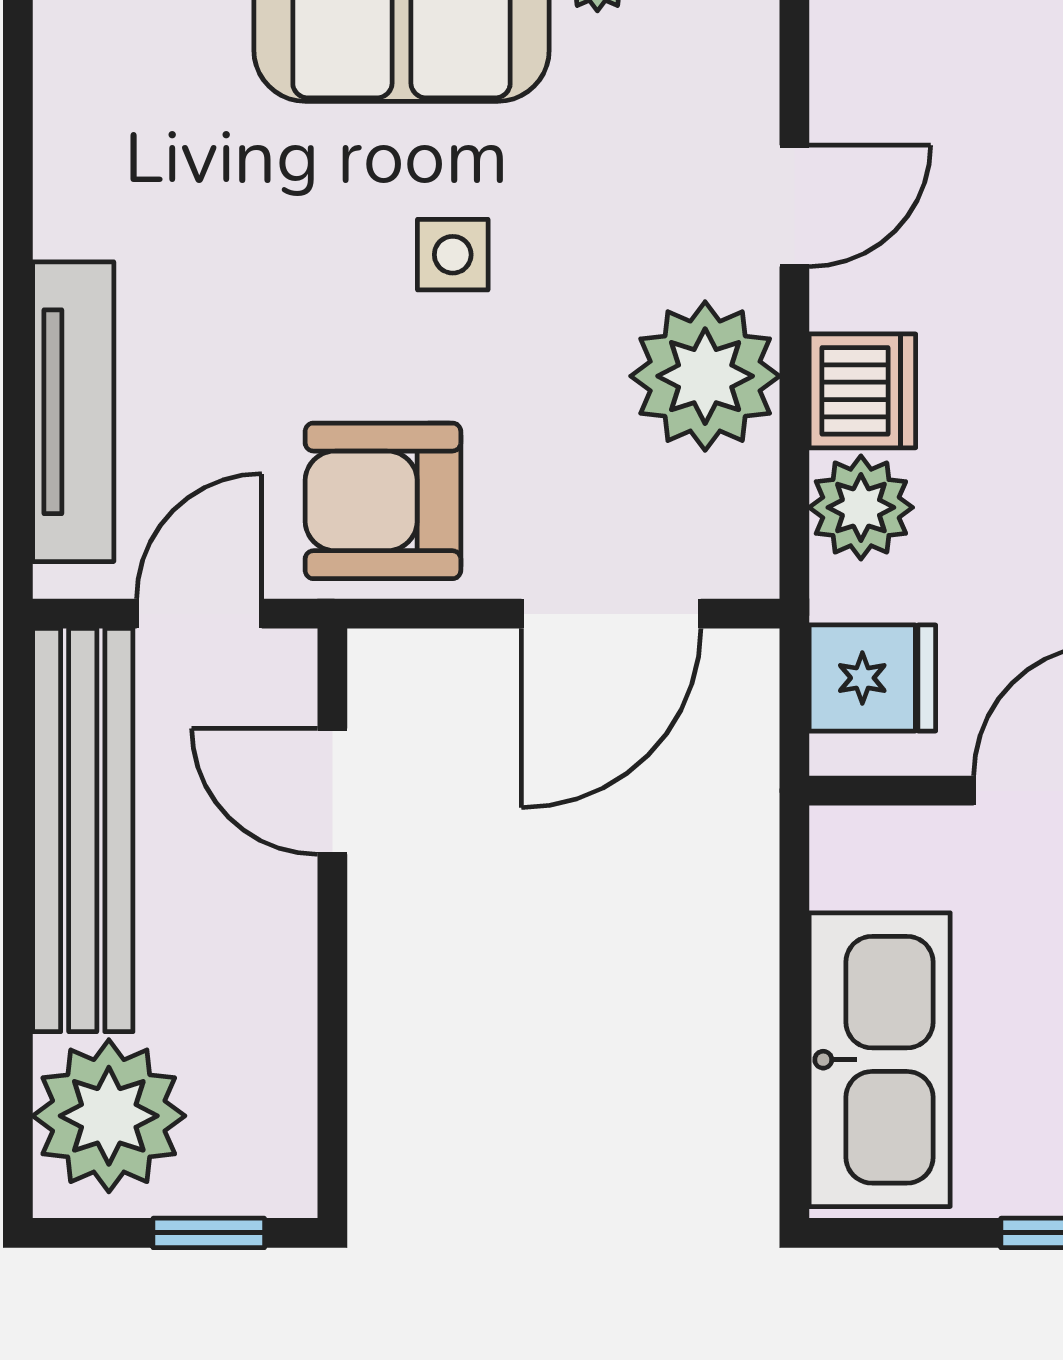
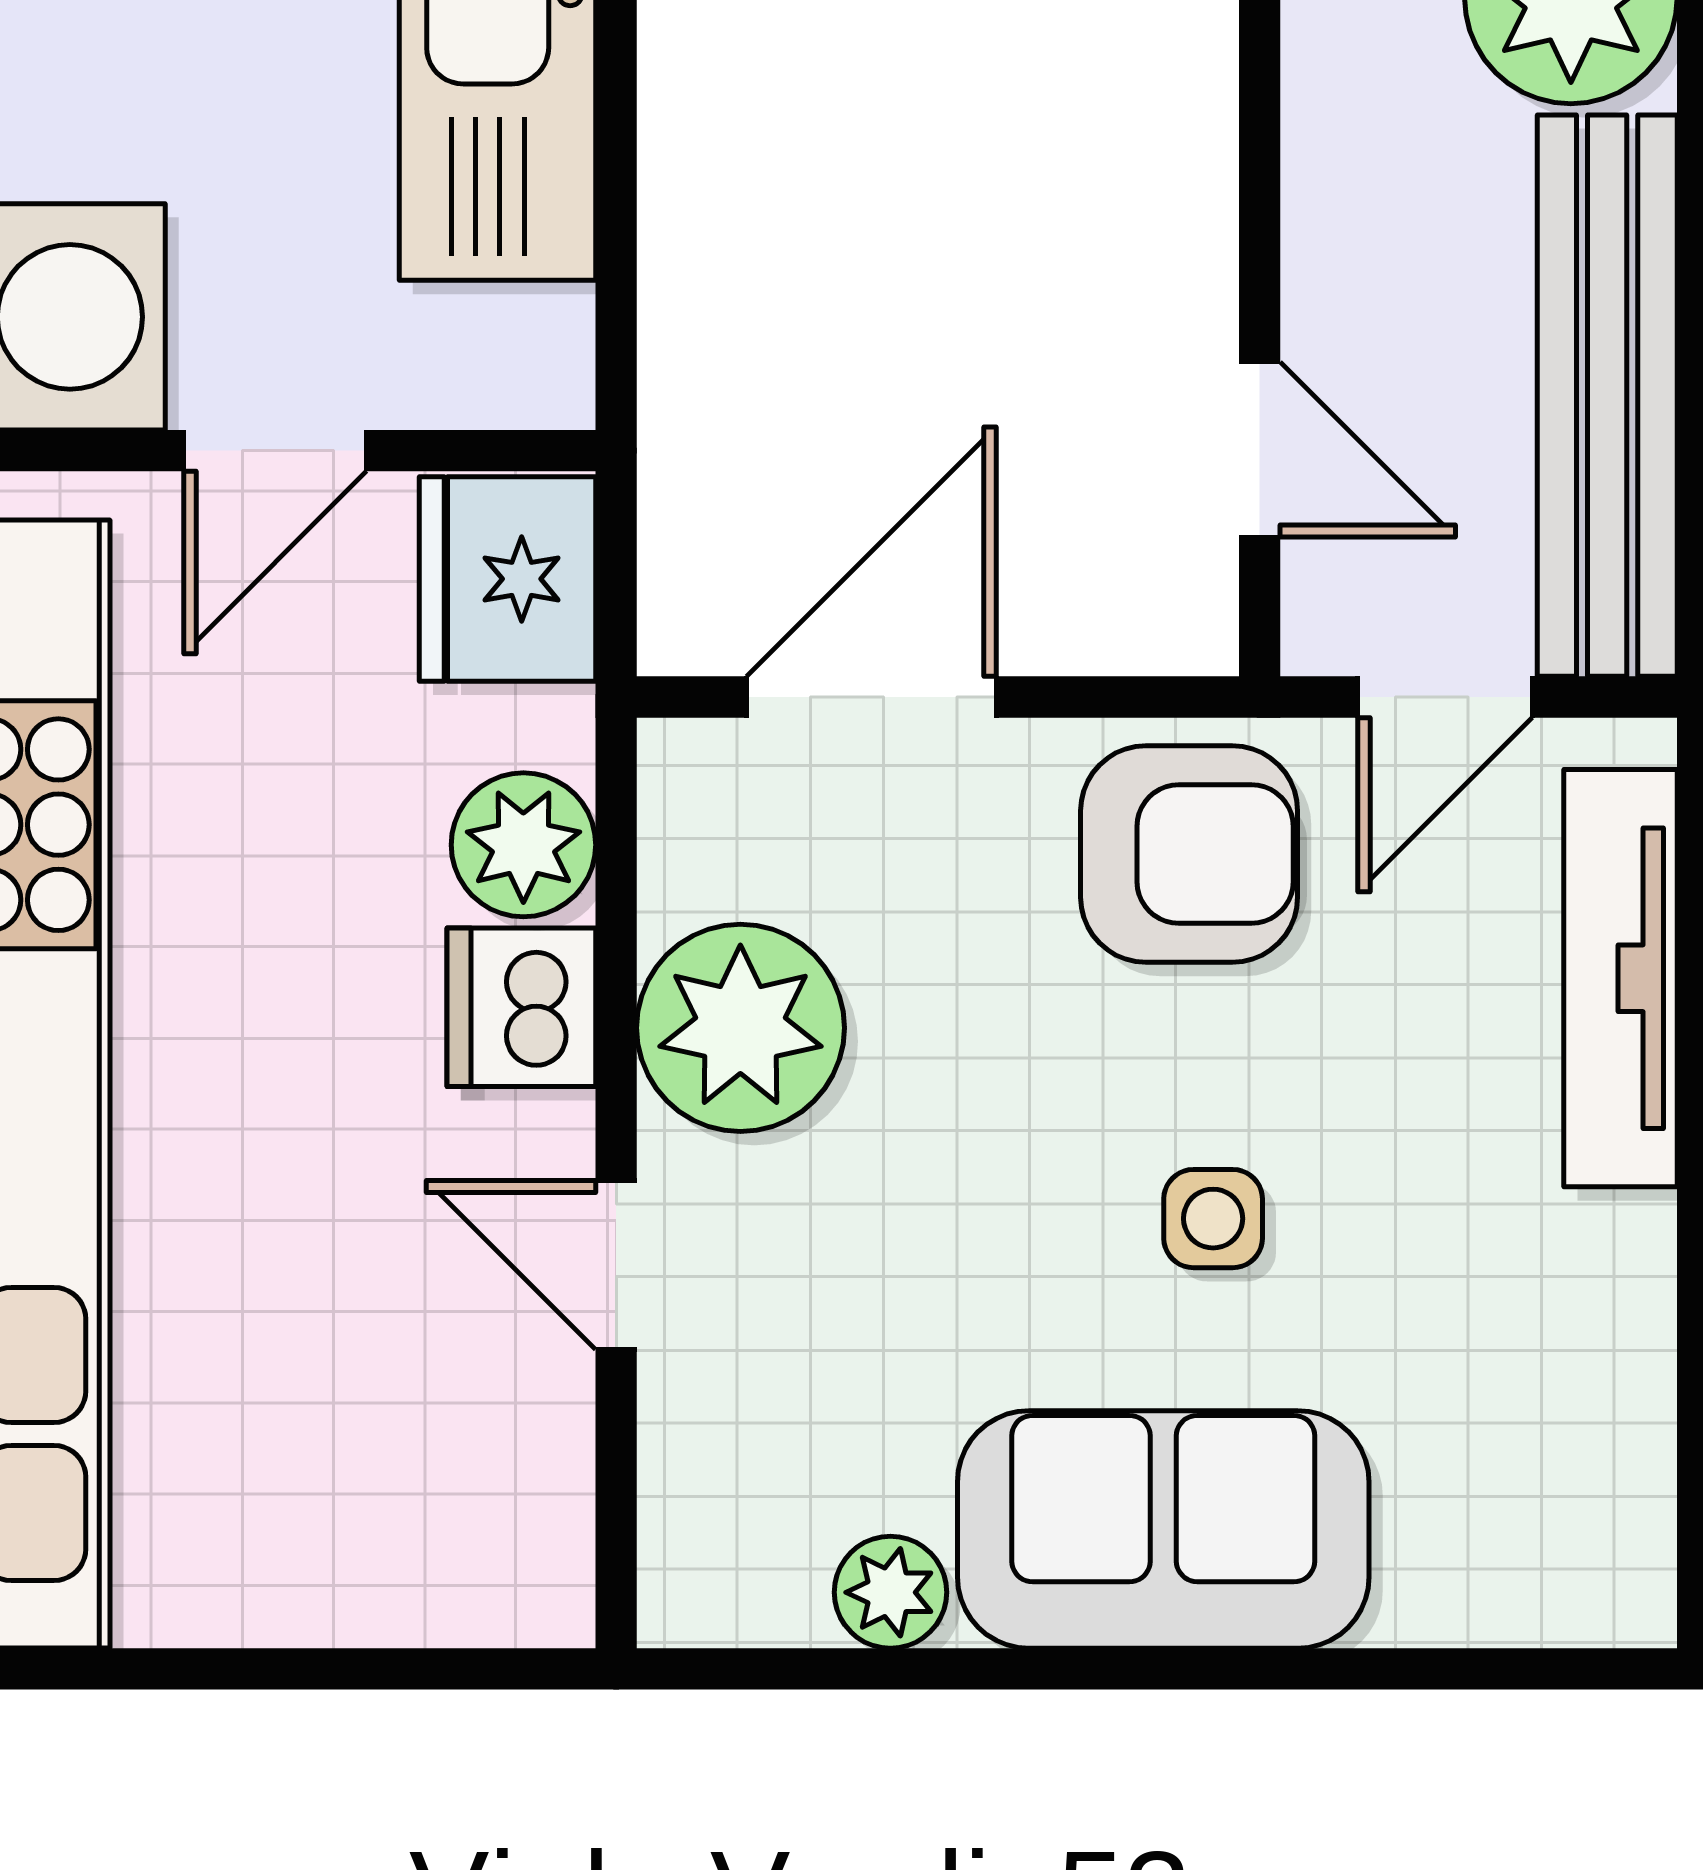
door: (794, 206) -> (616, 1265), hinge flipped
side table: (453, 255) -> (1213, 1219), moved
fridge: (872, 678) -> (507, 579), width x1.38

